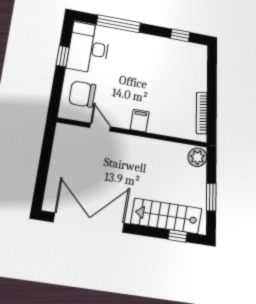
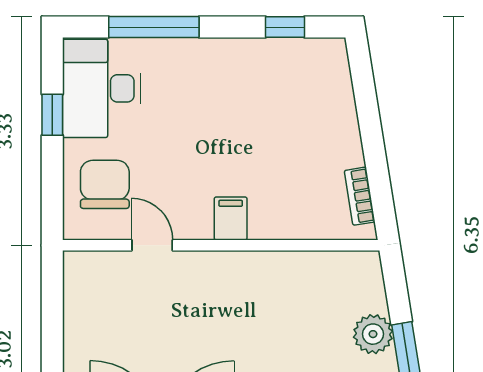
chair: (82, 94) -> (105, 184), turned 90
bookcase: (202, 113) -> (360, 196), width x0.64
plant: (197, 157) -> (373, 334), moved

